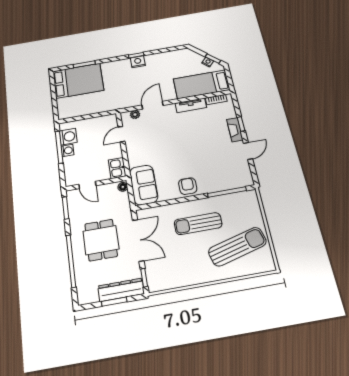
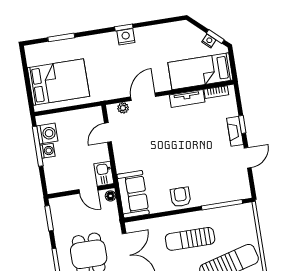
bed: (78, 81) -> (58, 82), moved
door: (87, 185) -> (88, 190), moved

